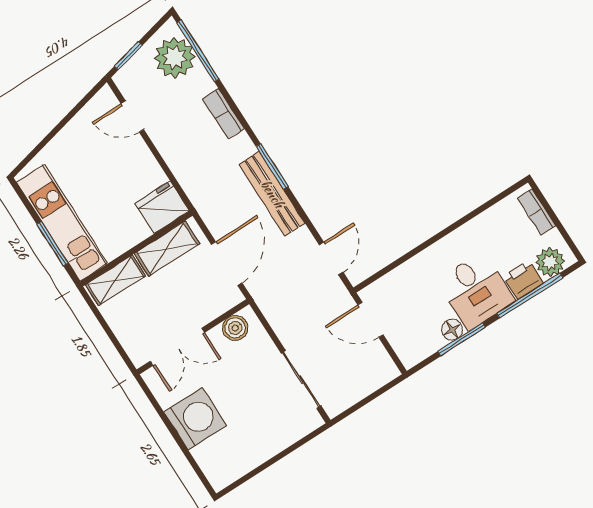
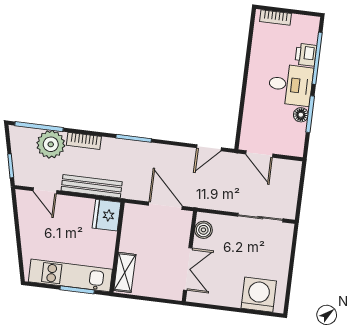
plant: (175, 58) -> (51, 144), moved
door: (132, 117) -> (45, 191), hinge flipped
bench: (272, 194) -> (92, 186), moved
shelving: (167, 249) -> (131, 231), removed
door: (331, 258) -> (209, 148), swing flipped
plant: (550, 262) -> (308, 32), removed
door: (371, 320) -> (259, 154), hinge flipped
washing machine: (195, 419) -> (259, 295), moved

